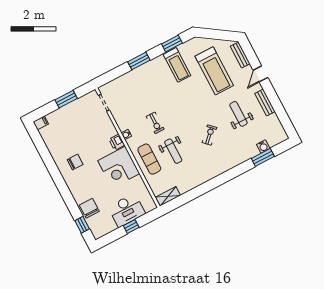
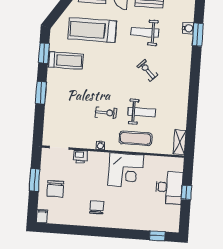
treadmill: (214, 71) -> (92, 30), turned 180
printer: (117, 142) -> (81, 157), moved
chair: (89, 208) -> (55, 189), moved, turned -90

